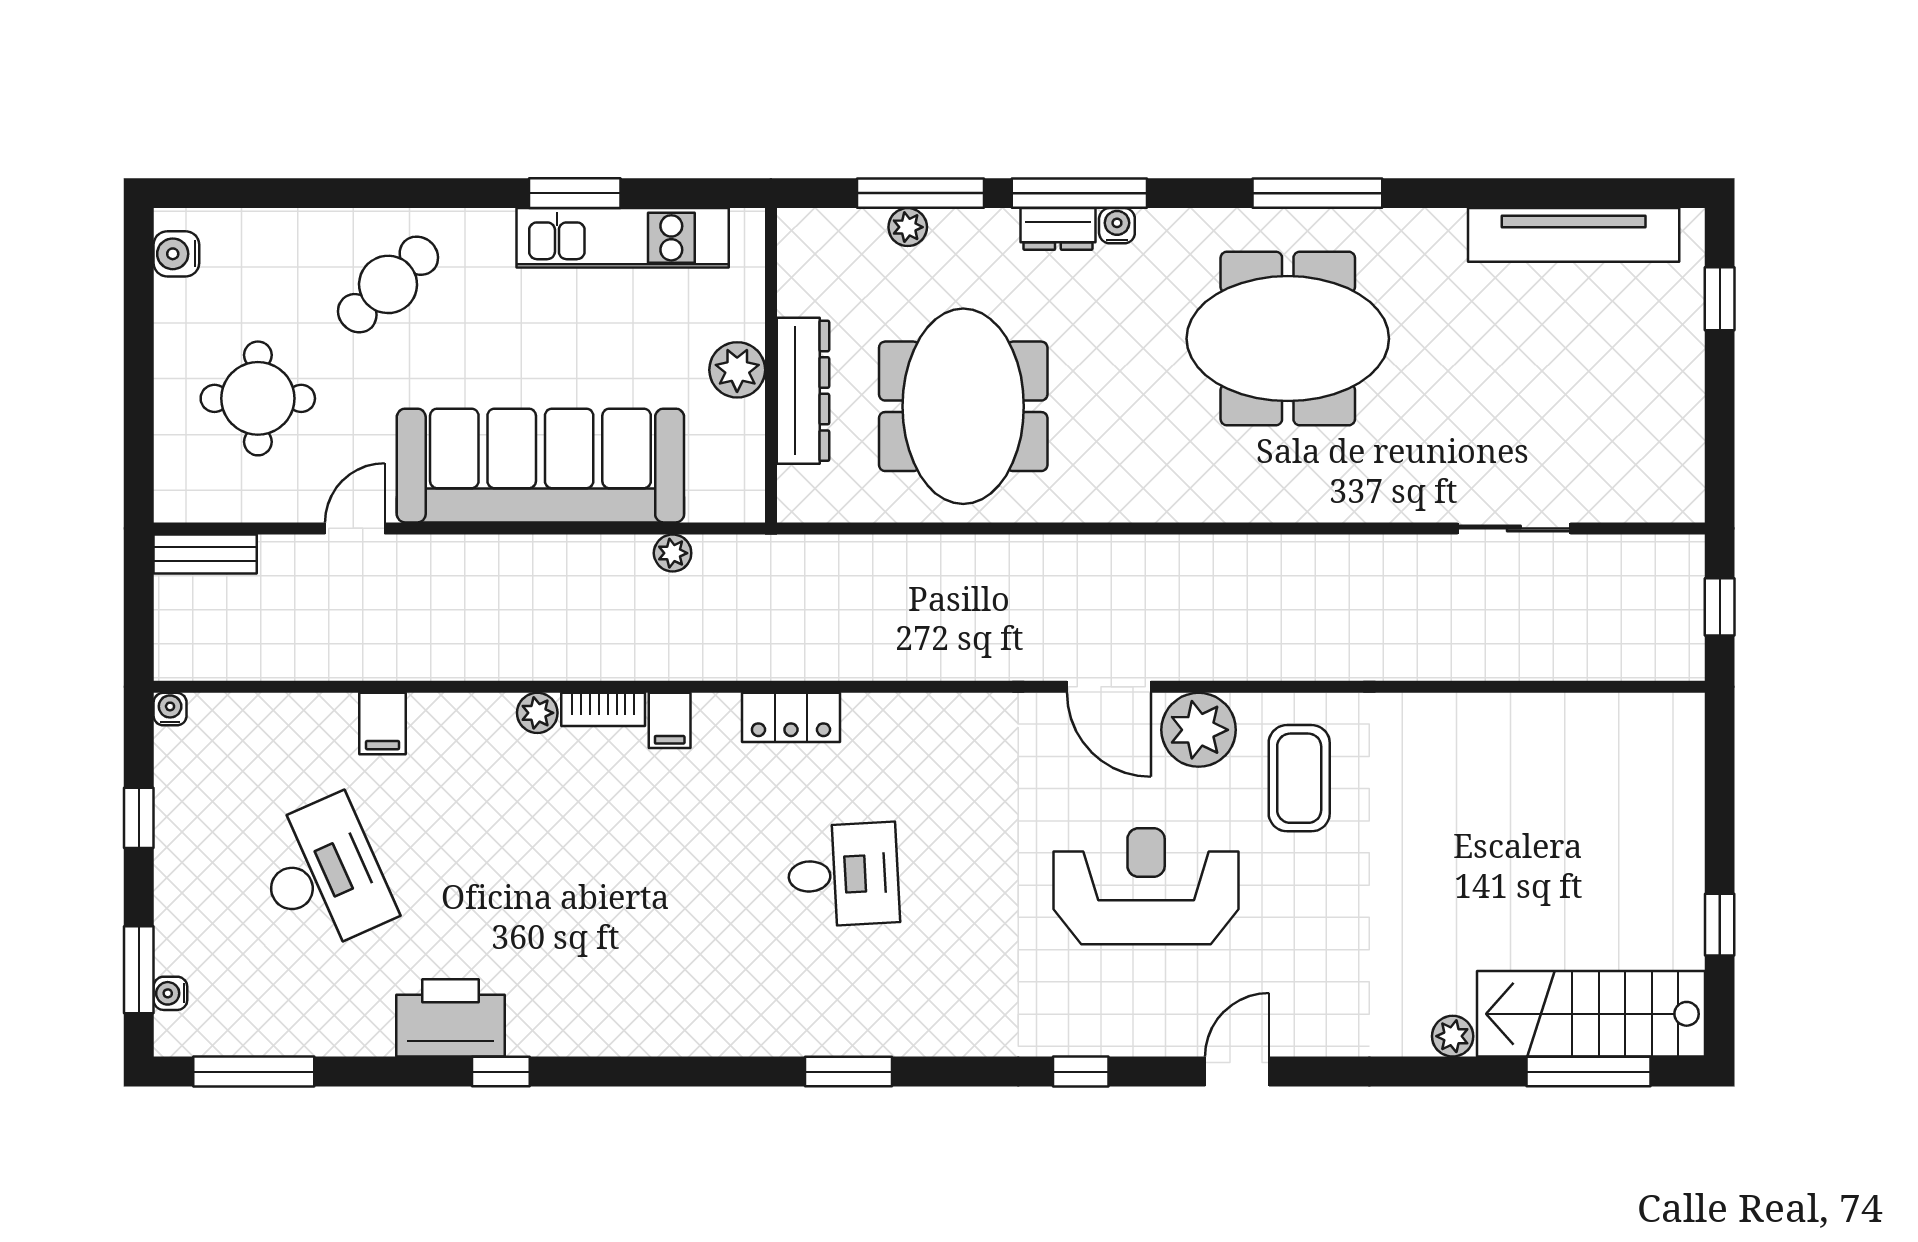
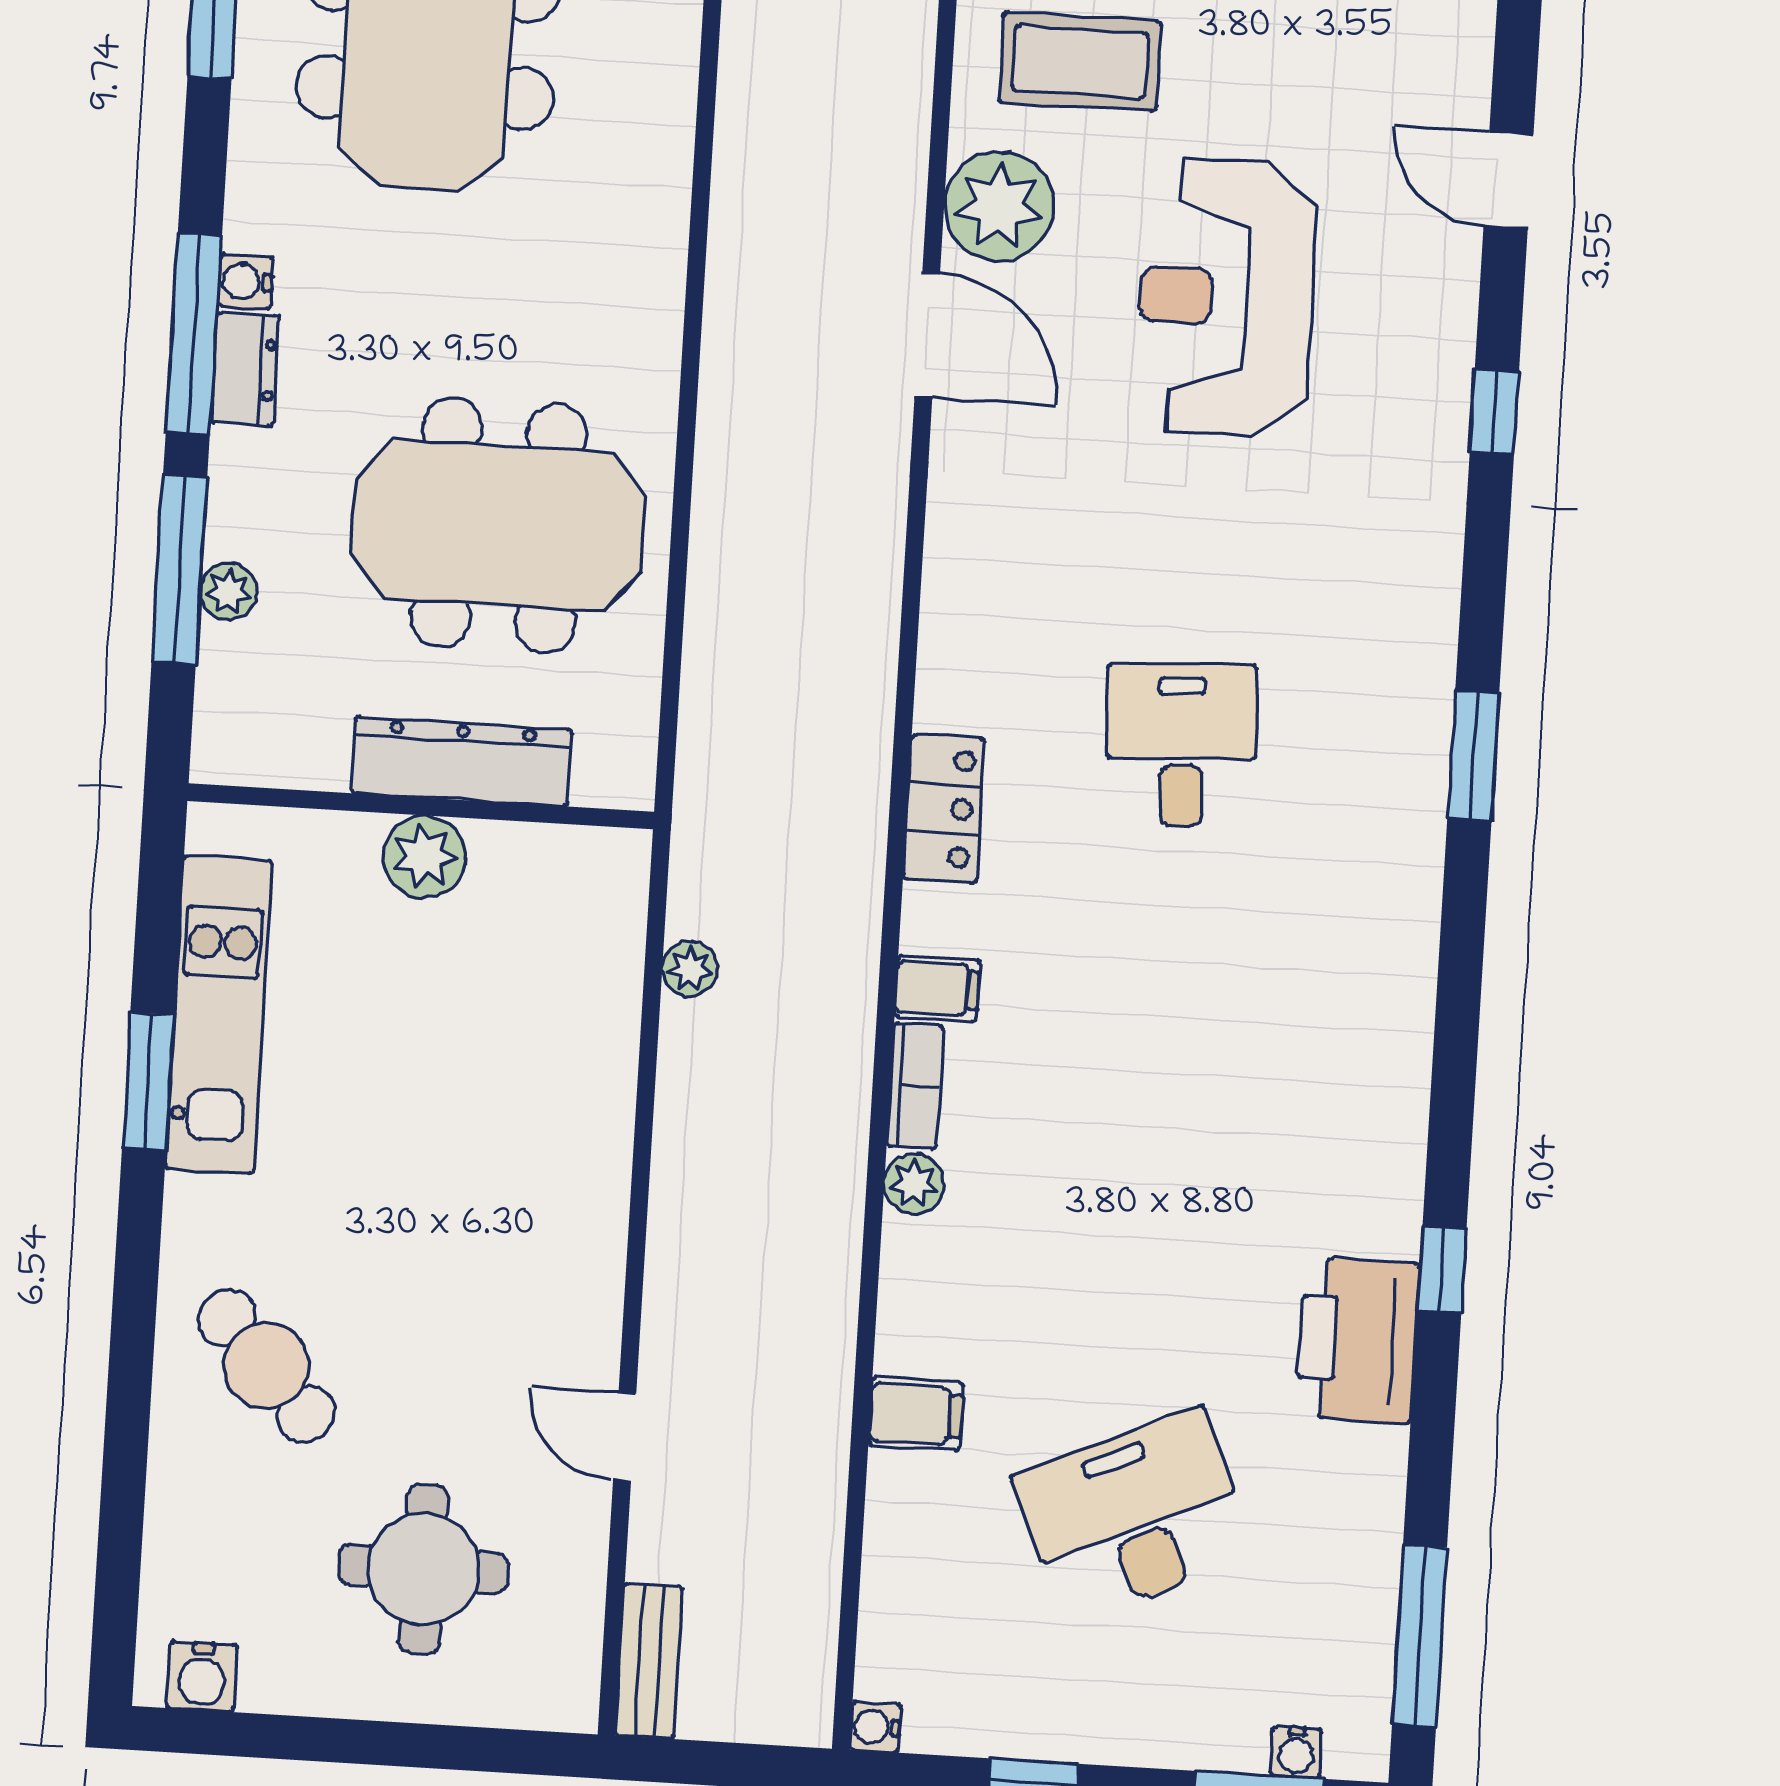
sofa: (540, 466) -> (548, 1157), removed
door: (1109, 687) -> (927, 335), hinge flipped

